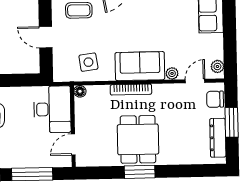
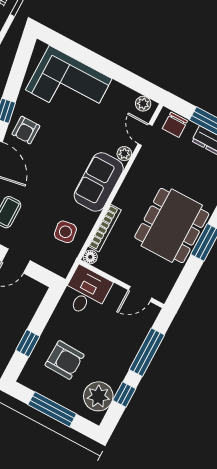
bookcase: (131, 90) -> (105, 228), moved
desk: (52, 109) -> (86, 292), width x0.73
dining table: (138, 139) -> (172, 226), width x1.38
door: (73, 144) -> (140, 294), hinge flipped

